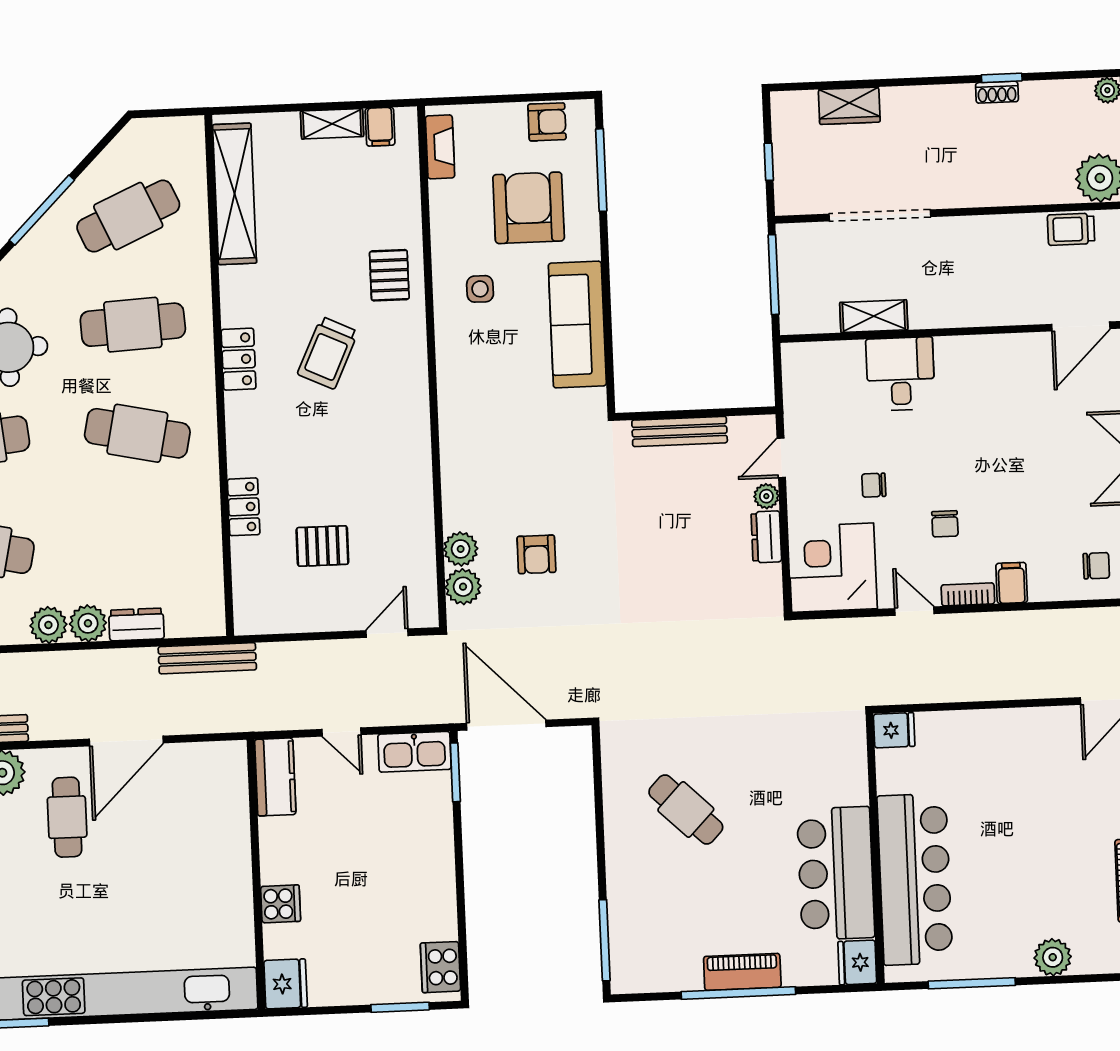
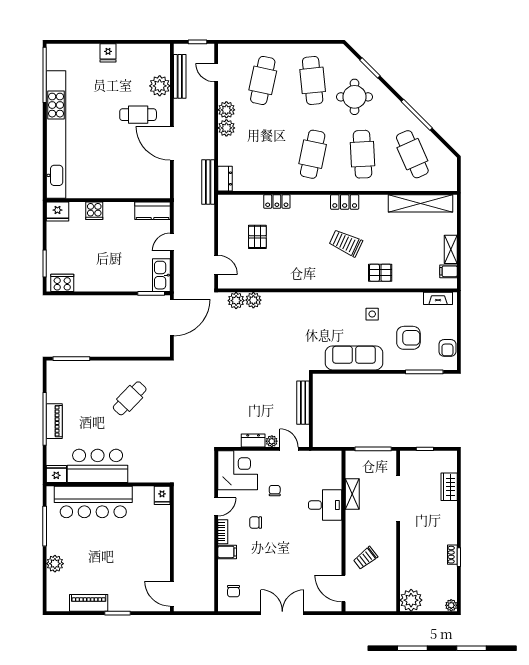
armchair: (529, 208) -> (408, 338), width x0.73, depth x0.73
trolley: (1071, 229) -> (365, 558), moved, turned -128
armchair: (536, 554) -> (249, 335), removed
dresser: (136, 624) -> (225, 179), moved

